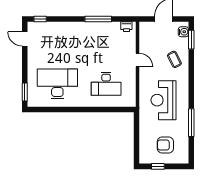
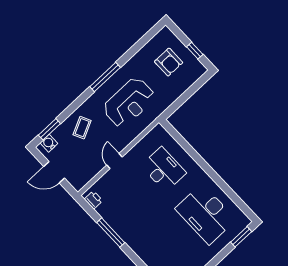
window: (191, 123) -> (105, 77), moved

